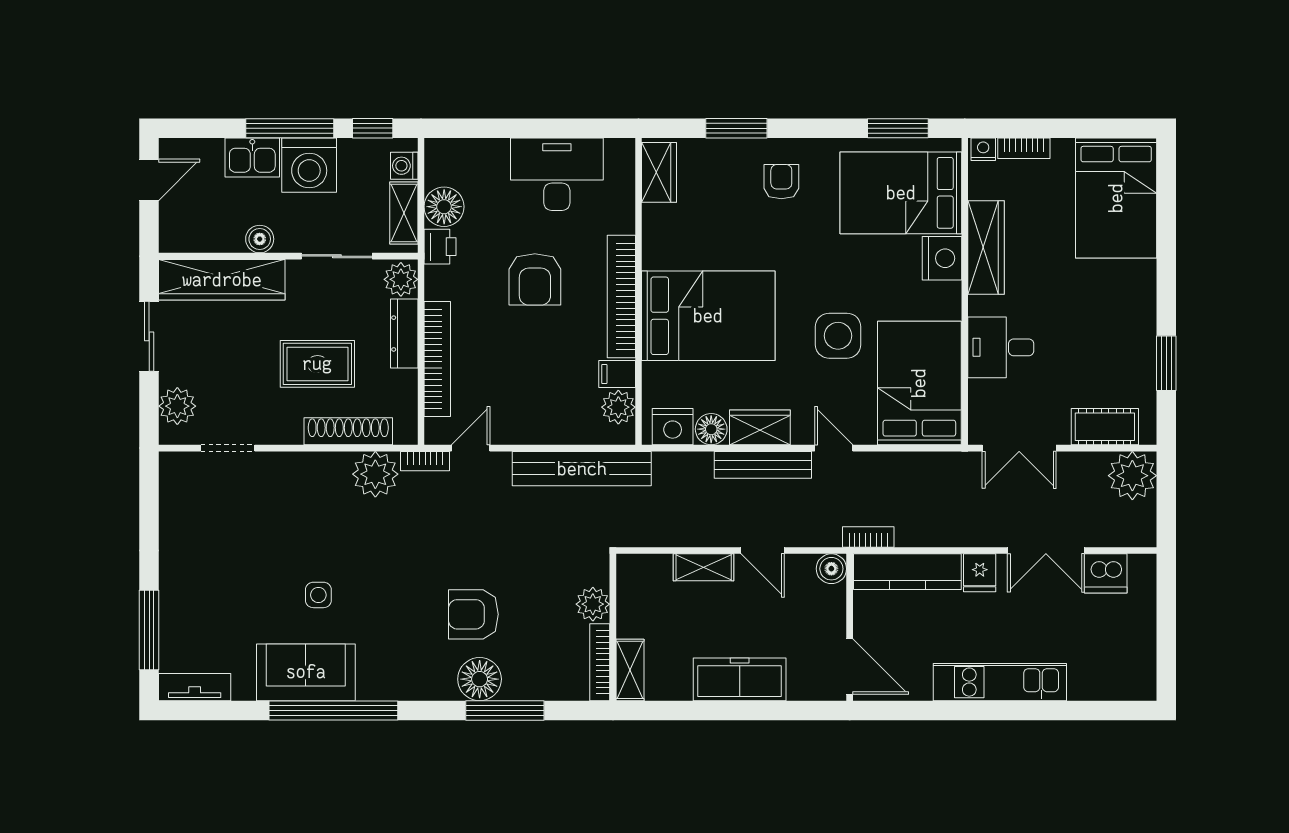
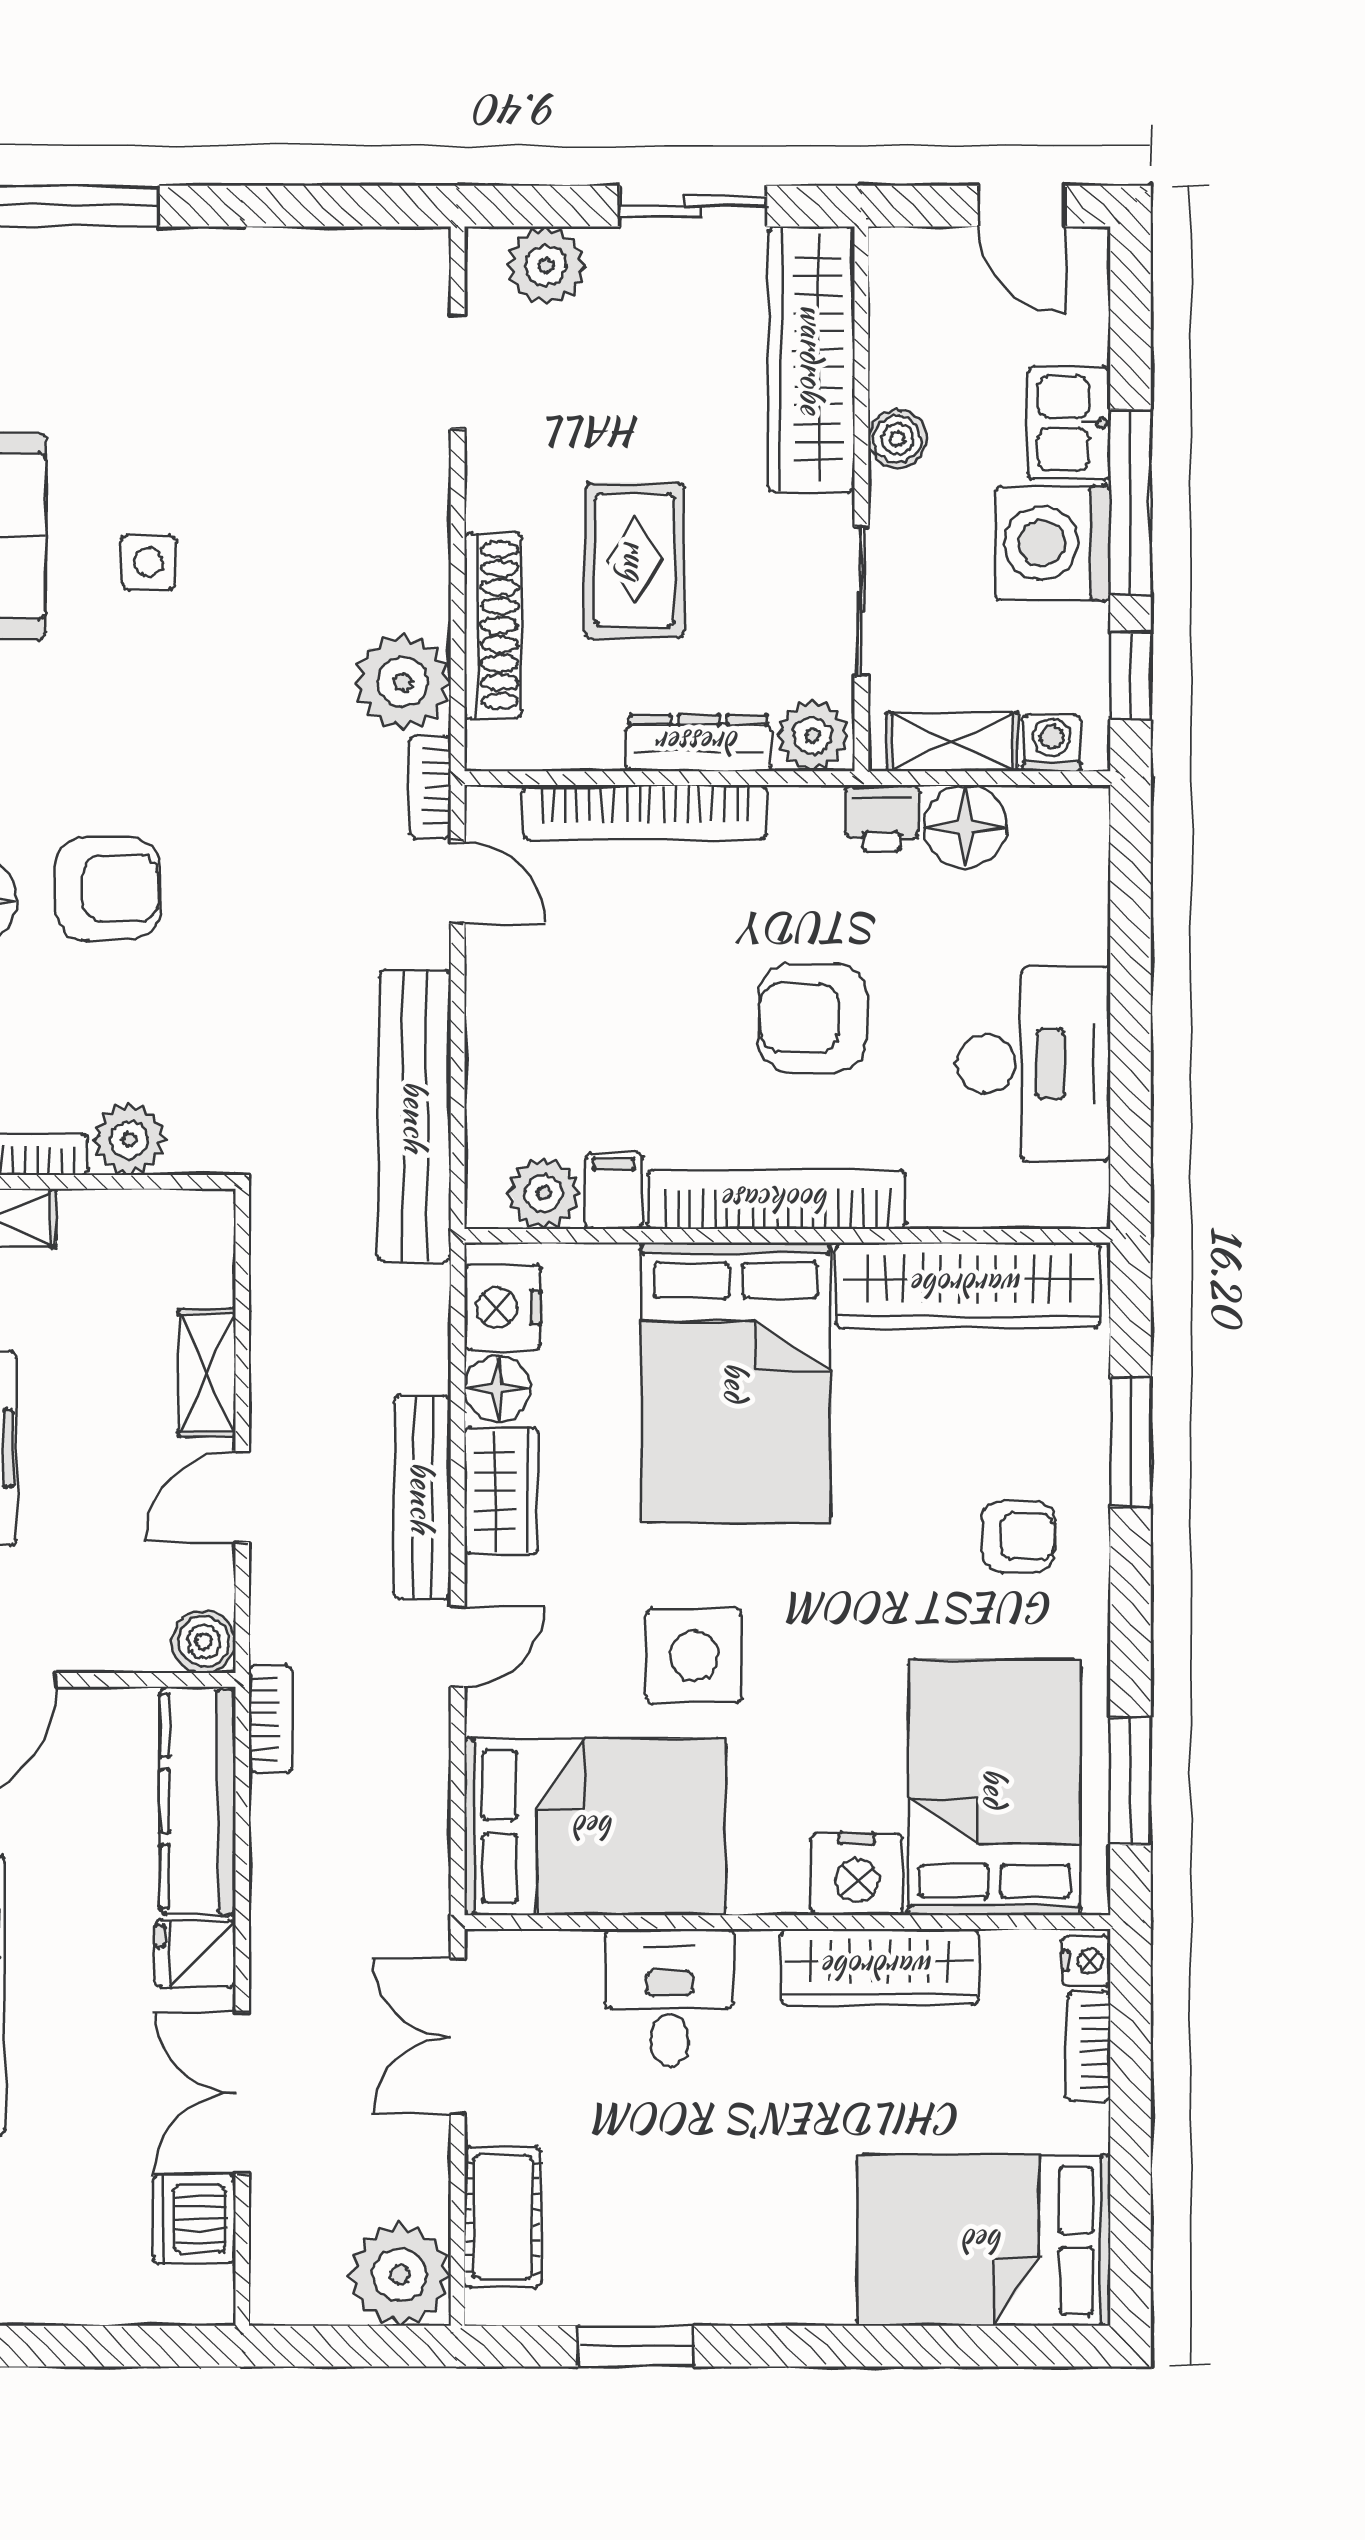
wardrobe: (659, 172) -> (968, 1285), width x2.10, depth x1.17
armchair: (473, 614) -> (108, 888), turned 90

